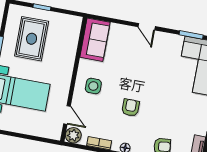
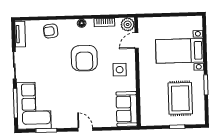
armchair: (131, 108) -> (84, 58), width x1.88, depth x1.88
door: (67, 115) -> (137, 40), hinge flipped

